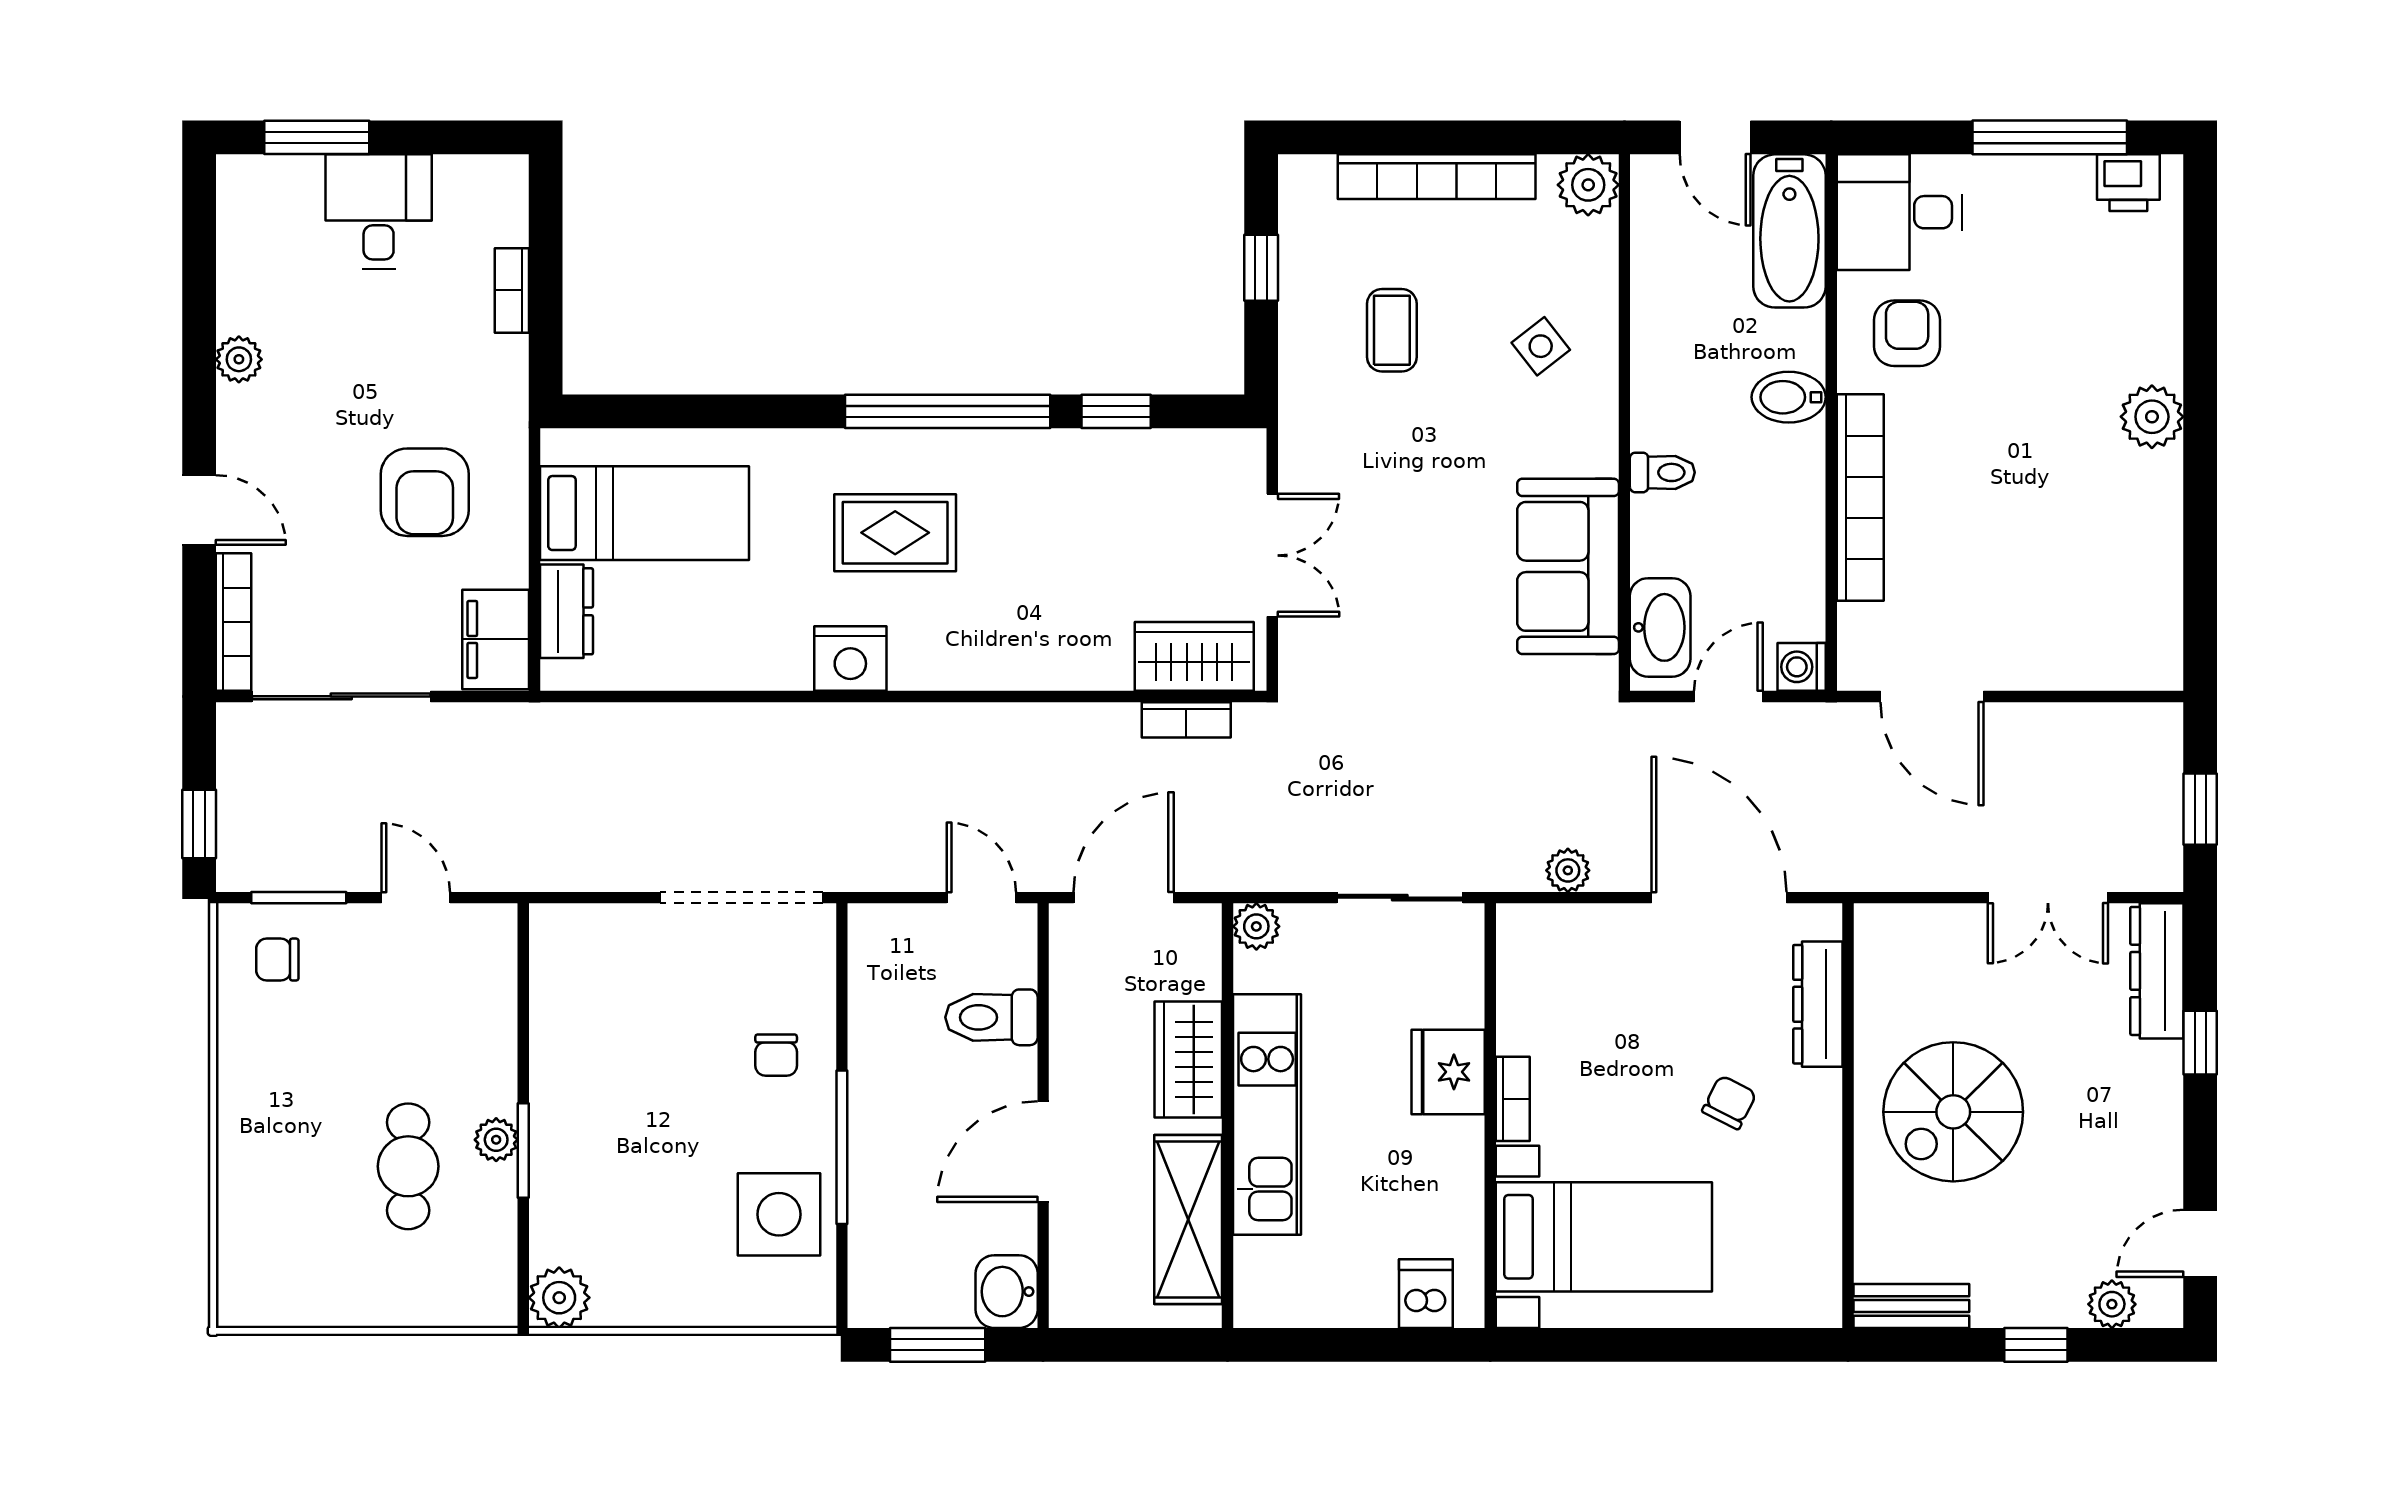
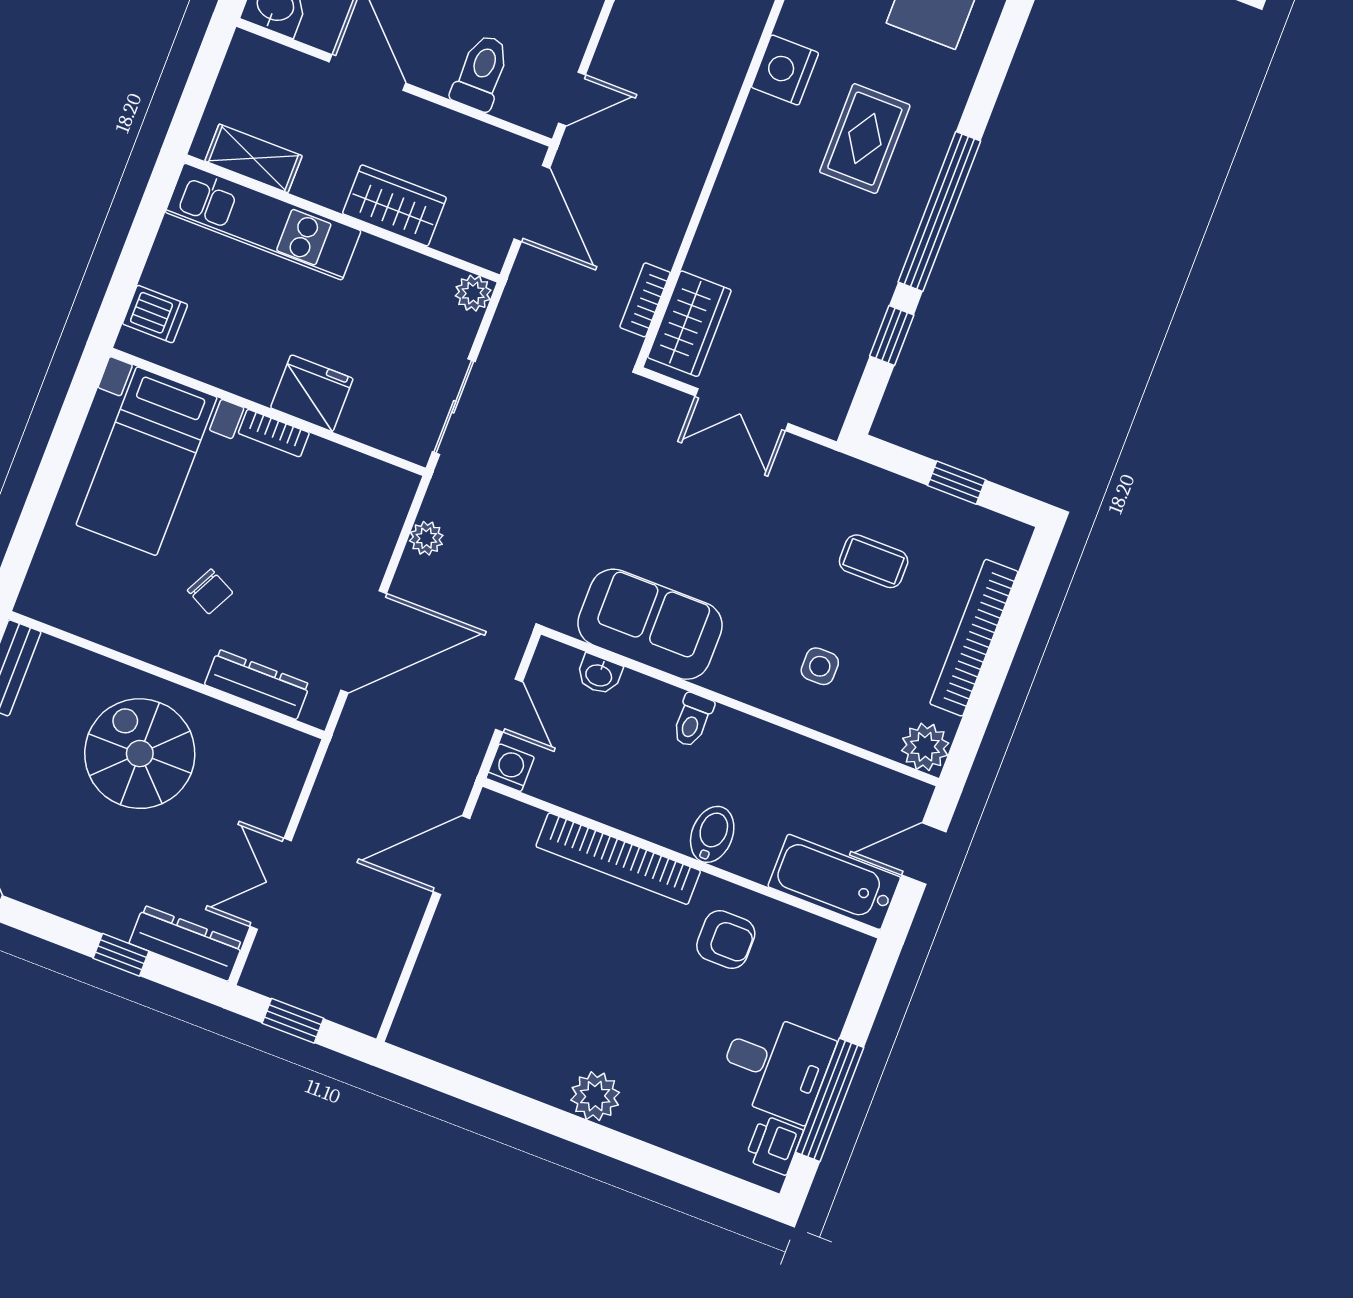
desk: (1899, 212) -> (775, 1066), moved, turned 90
side table: (1541, 346) -> (820, 666), turned 38
washbasin: (1660, 627) -> (599, 675), width x0.52, depth x0.69
kitchen unit: (1267, 1114) -> (263, 222), moved
shelving: (1188, 1220) -> (254, 158), width x0.67, depth x0.75

